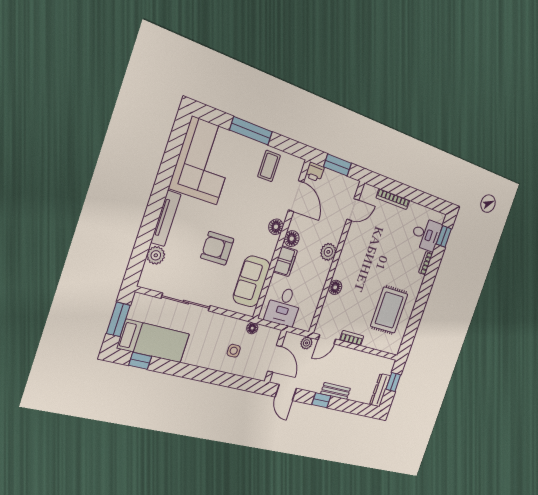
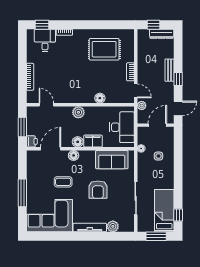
coffee table: (269, 166) -> (63, 182), moved
desk: (284, 306) -> (122, 127), width x1.37

